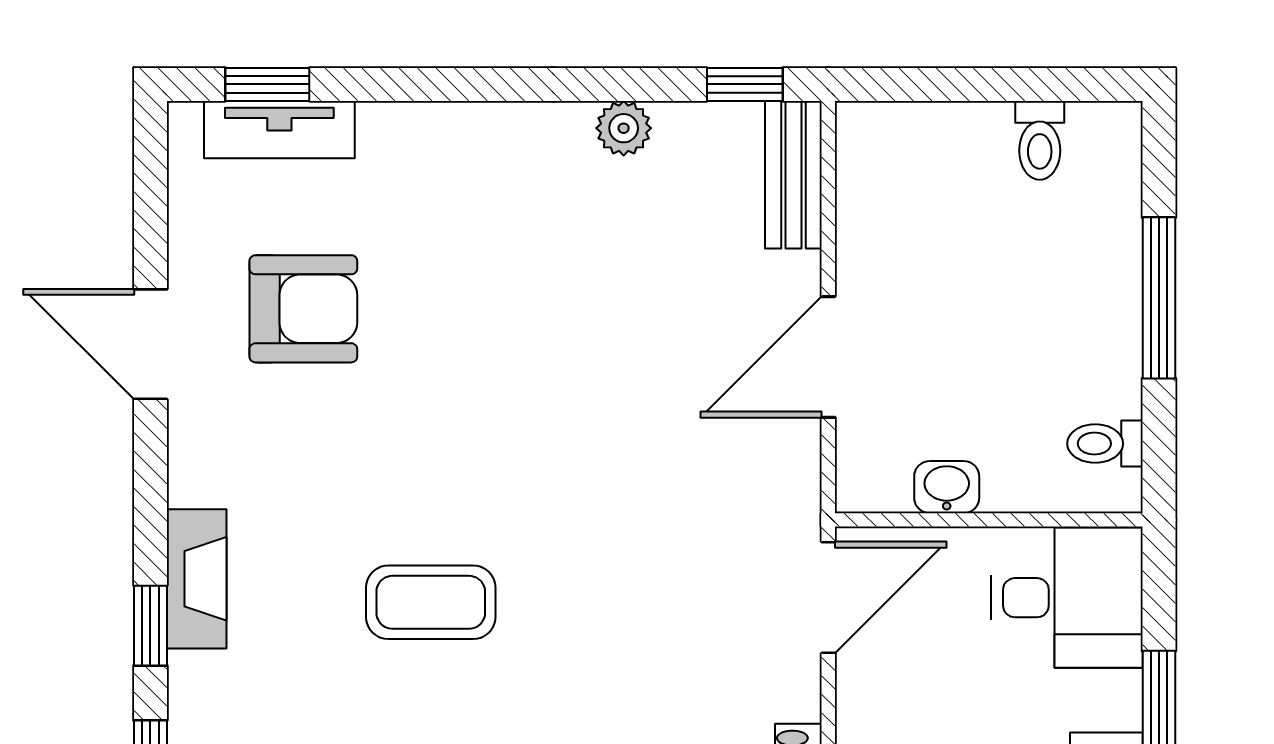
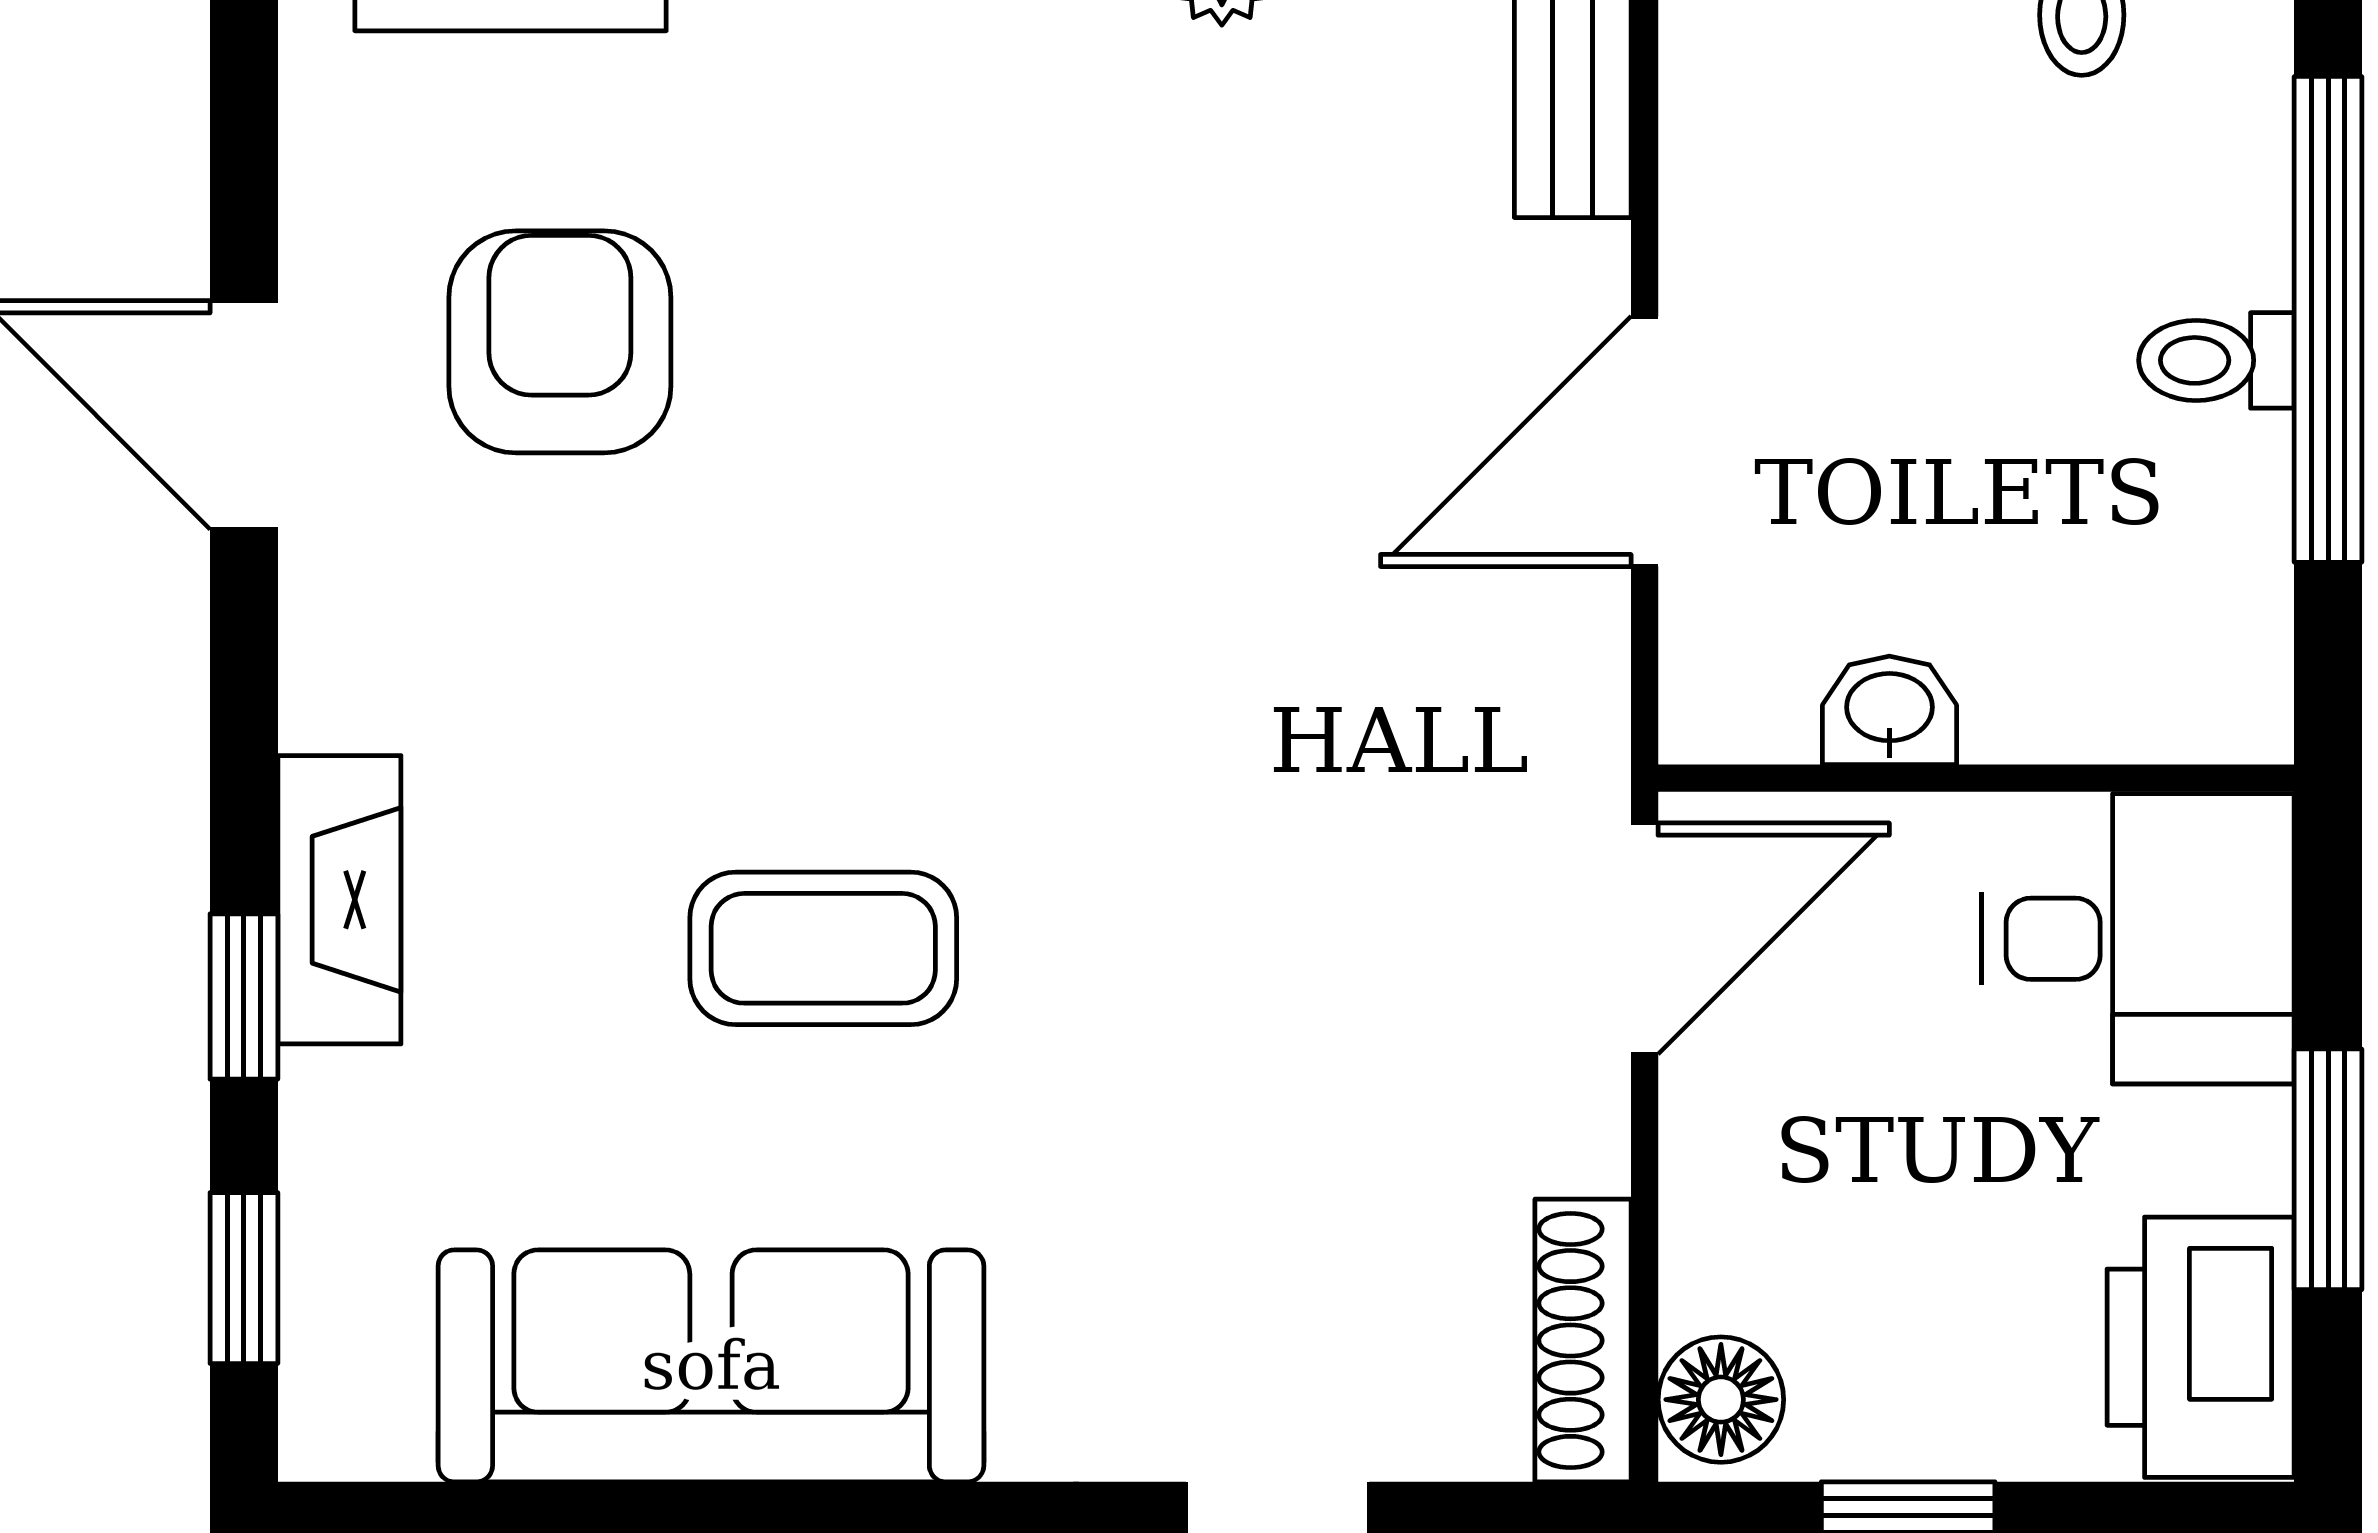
window: (1159, 298) -> (2328, 319), width x1.46
armchair: (303, 309) -> (560, 342), turned -90
toilet: (1105, 444) -> (2216, 360), moved

